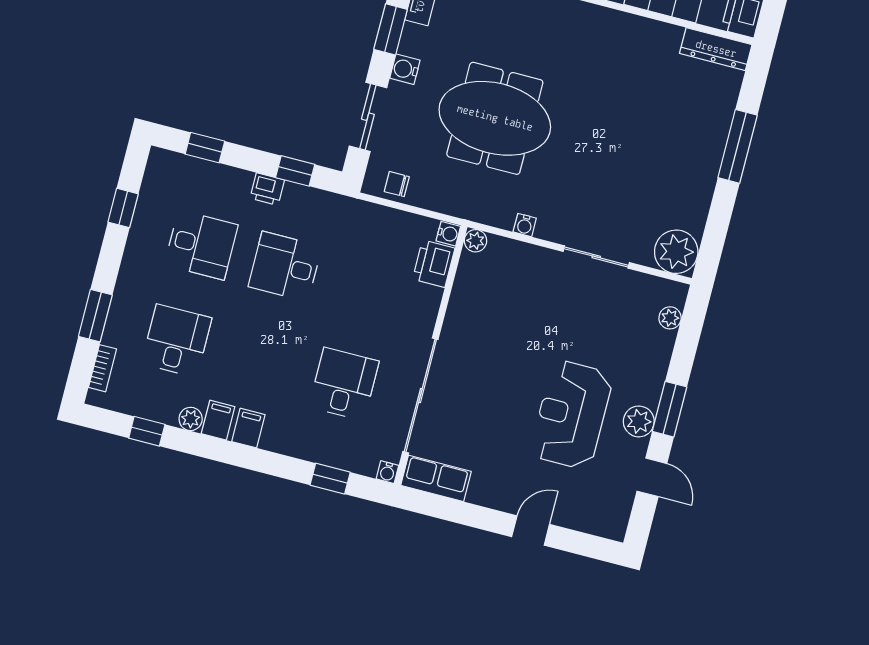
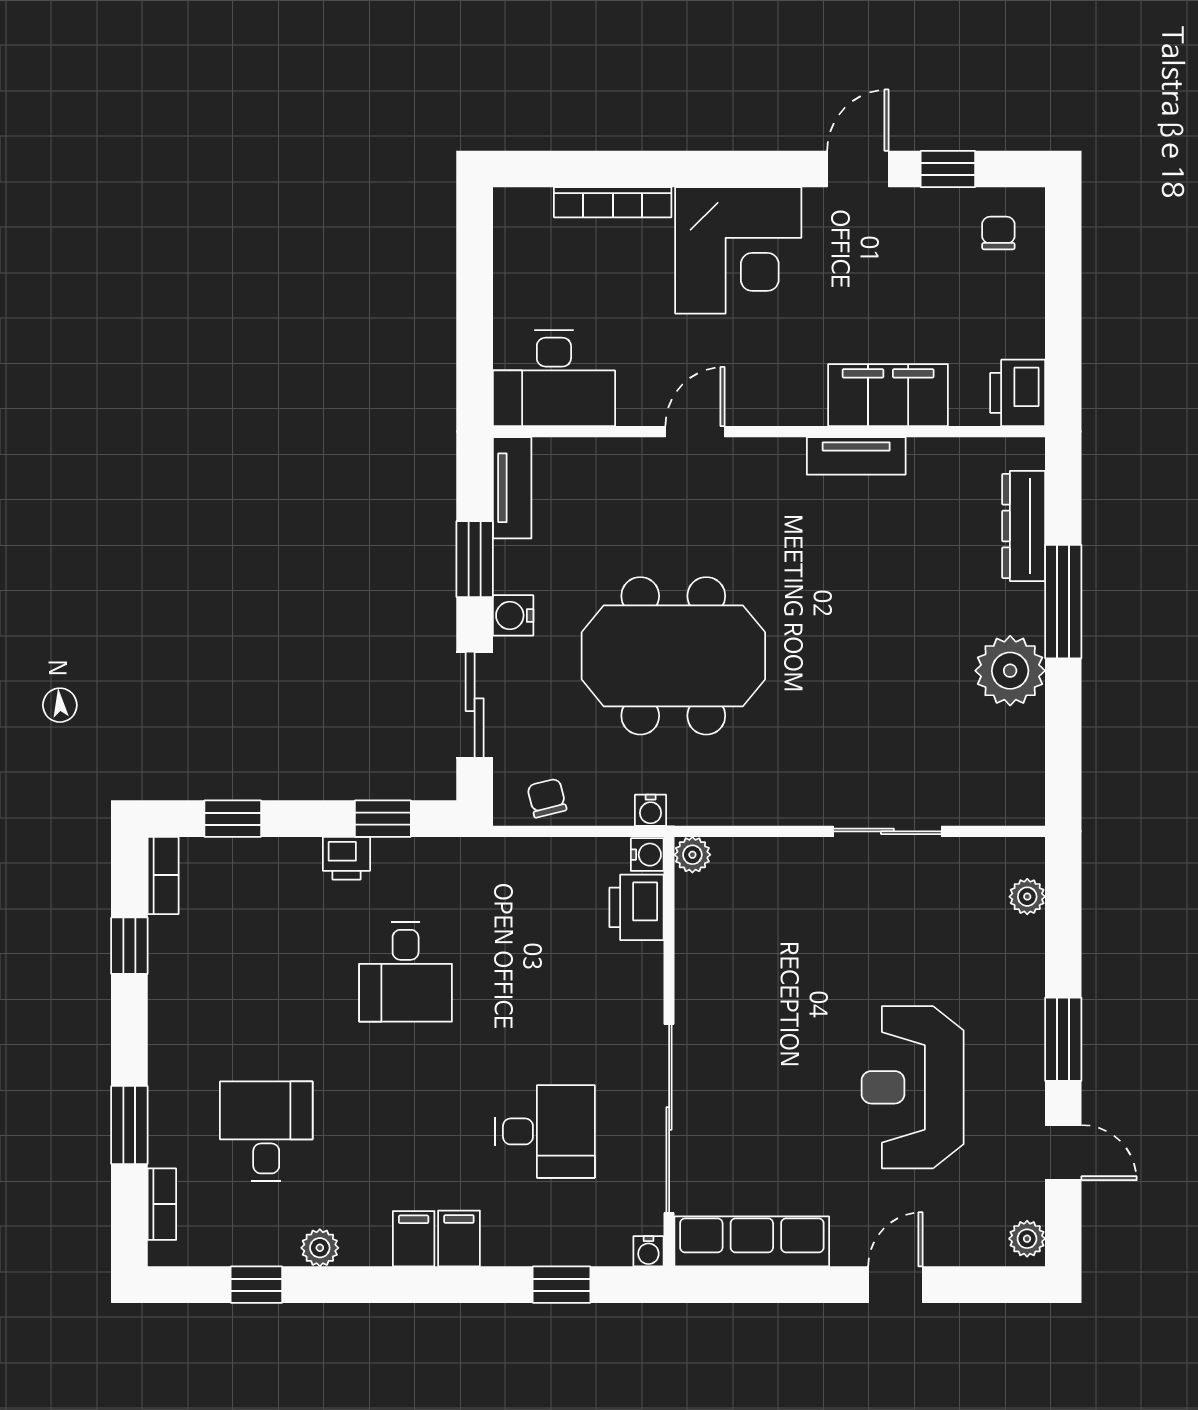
tv unit: (636, 27) -> (856, 456), added
dresser: (716, 49) -> (1024, 526), moved, turned 90
bookcase: (154, 171) -> (163, 875), added
chair: (397, 184) -> (547, 798), turned 76
water cooler: (525, 225) -> (651, 810), moved
desk: (201, 245) -> (266, 972), removed
plant: (676, 252) -> (1010, 671), moved
desk: (285, 266) -> (406, 972), turned -90
desk: (344, 384) -> (545, 1131), turned 90
filing cabinet: (218, 420) -> (459, 1239), moved
plant: (639, 421) -> (1027, 1239), moved, width x0.73, depth x0.73
row of seats: (436, 478) -> (752, 1241), width x1.48

